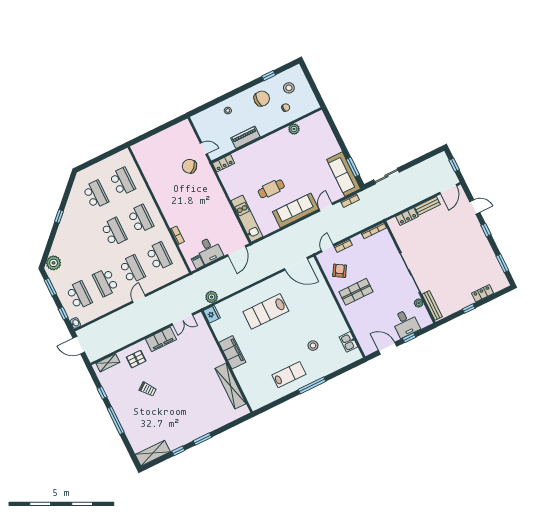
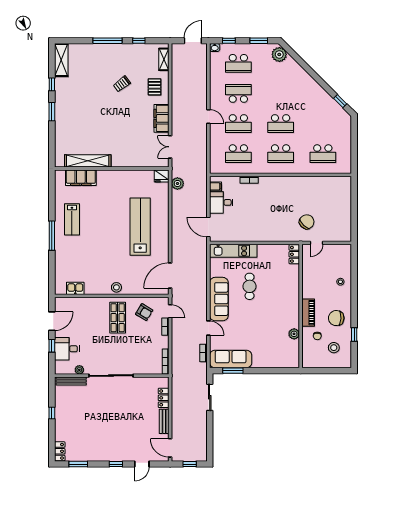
chair: (262, 99) -> (336, 318), turned 93
piano: (245, 137) -> (308, 313), moved
school desk: (96, 195) -> (323, 124), removed
window: (59, 216) -> (340, 101), moved
locker: (483, 293) -> (60, 451), moved
lab bench: (266, 311) -> (140, 227), width x1.36
stool: (313, 346) -> (116, 287), moved
filing cabinet: (232, 352) -> (81, 178), moved

